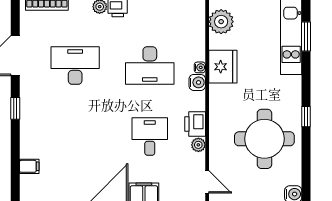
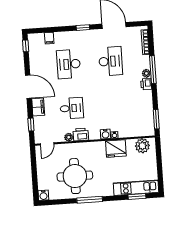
desk: (150, 66) -> (69, 64), moved
window: (306, 117) -> (90, 200), width x2.17

